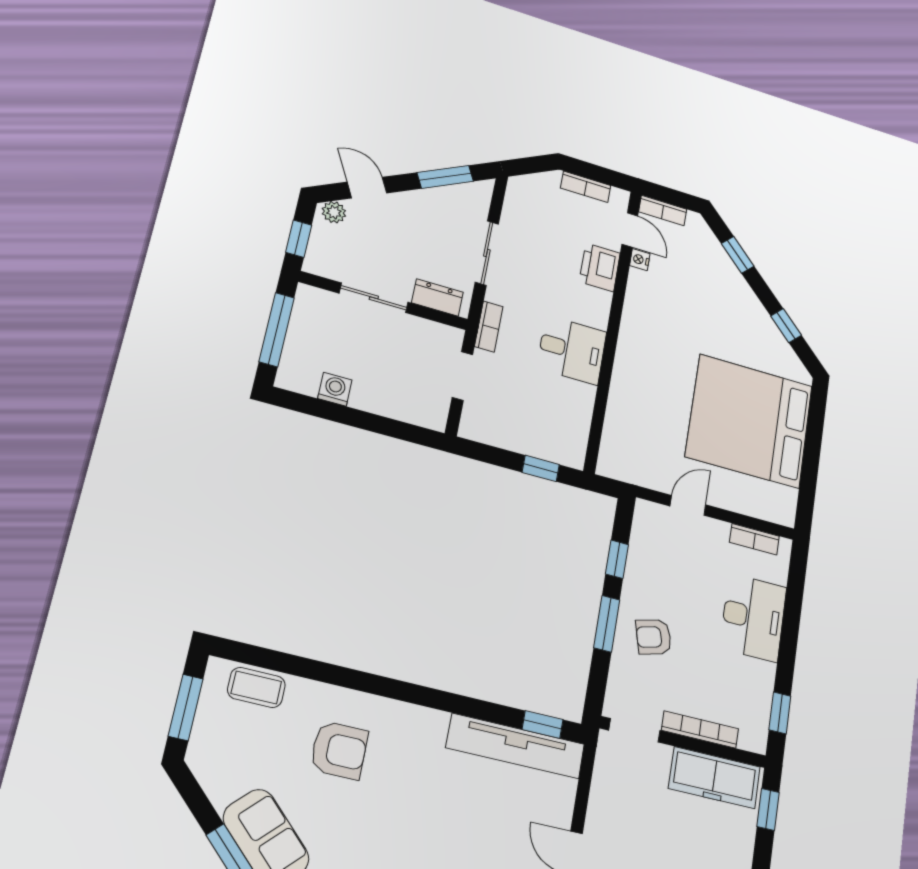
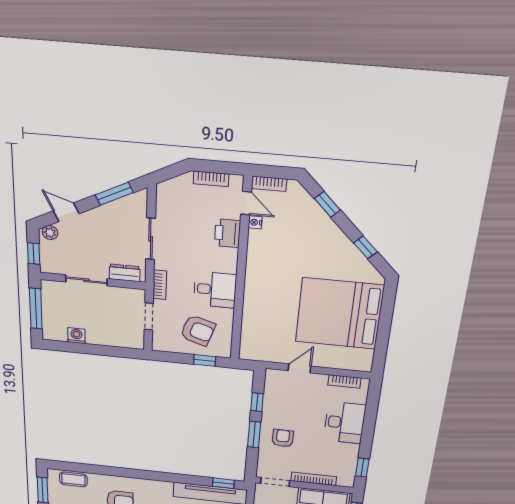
armchair: (537, 413) -> (198, 330), added
armchair: (654, 637) -> (283, 438), turned 105

